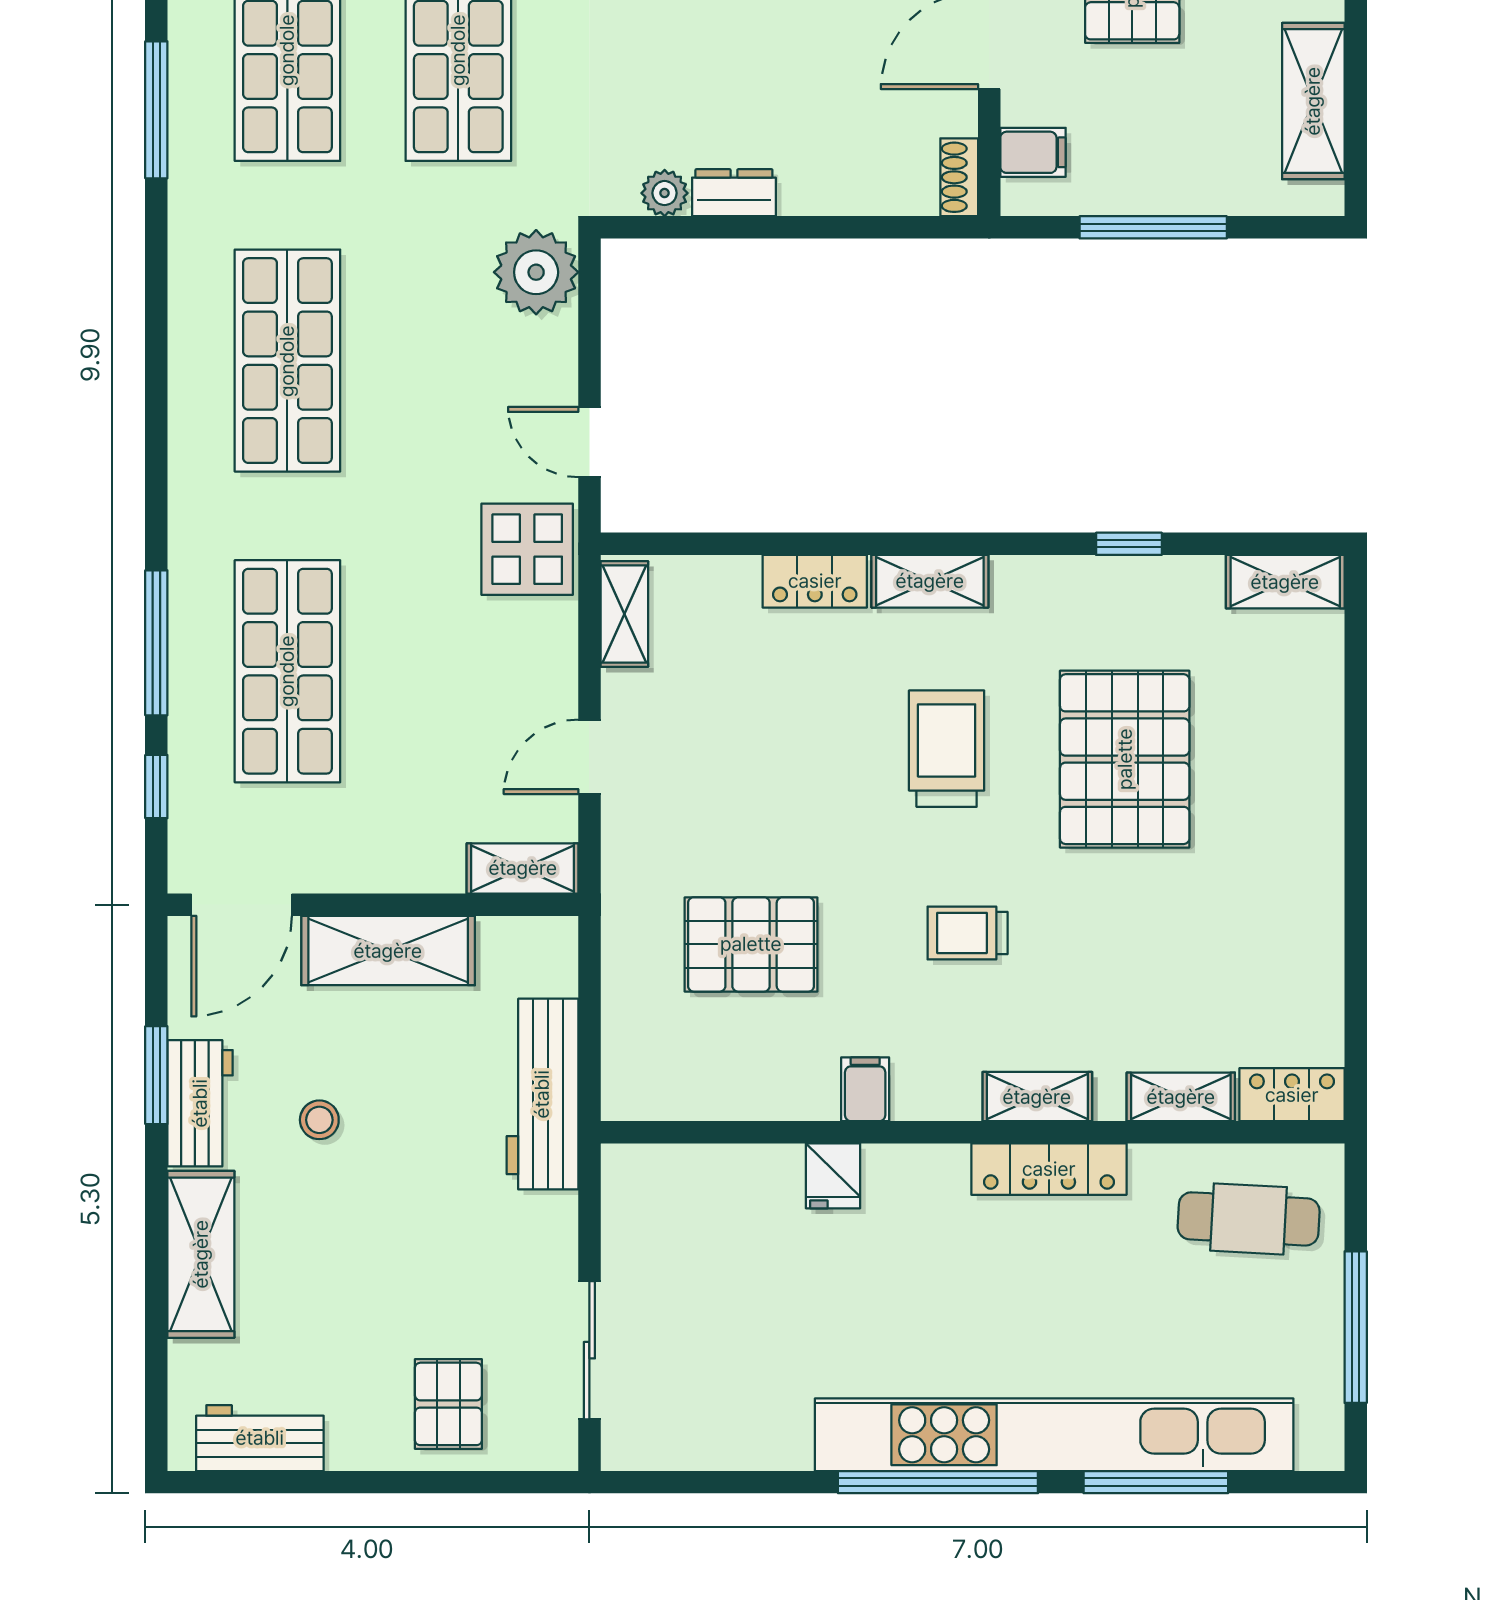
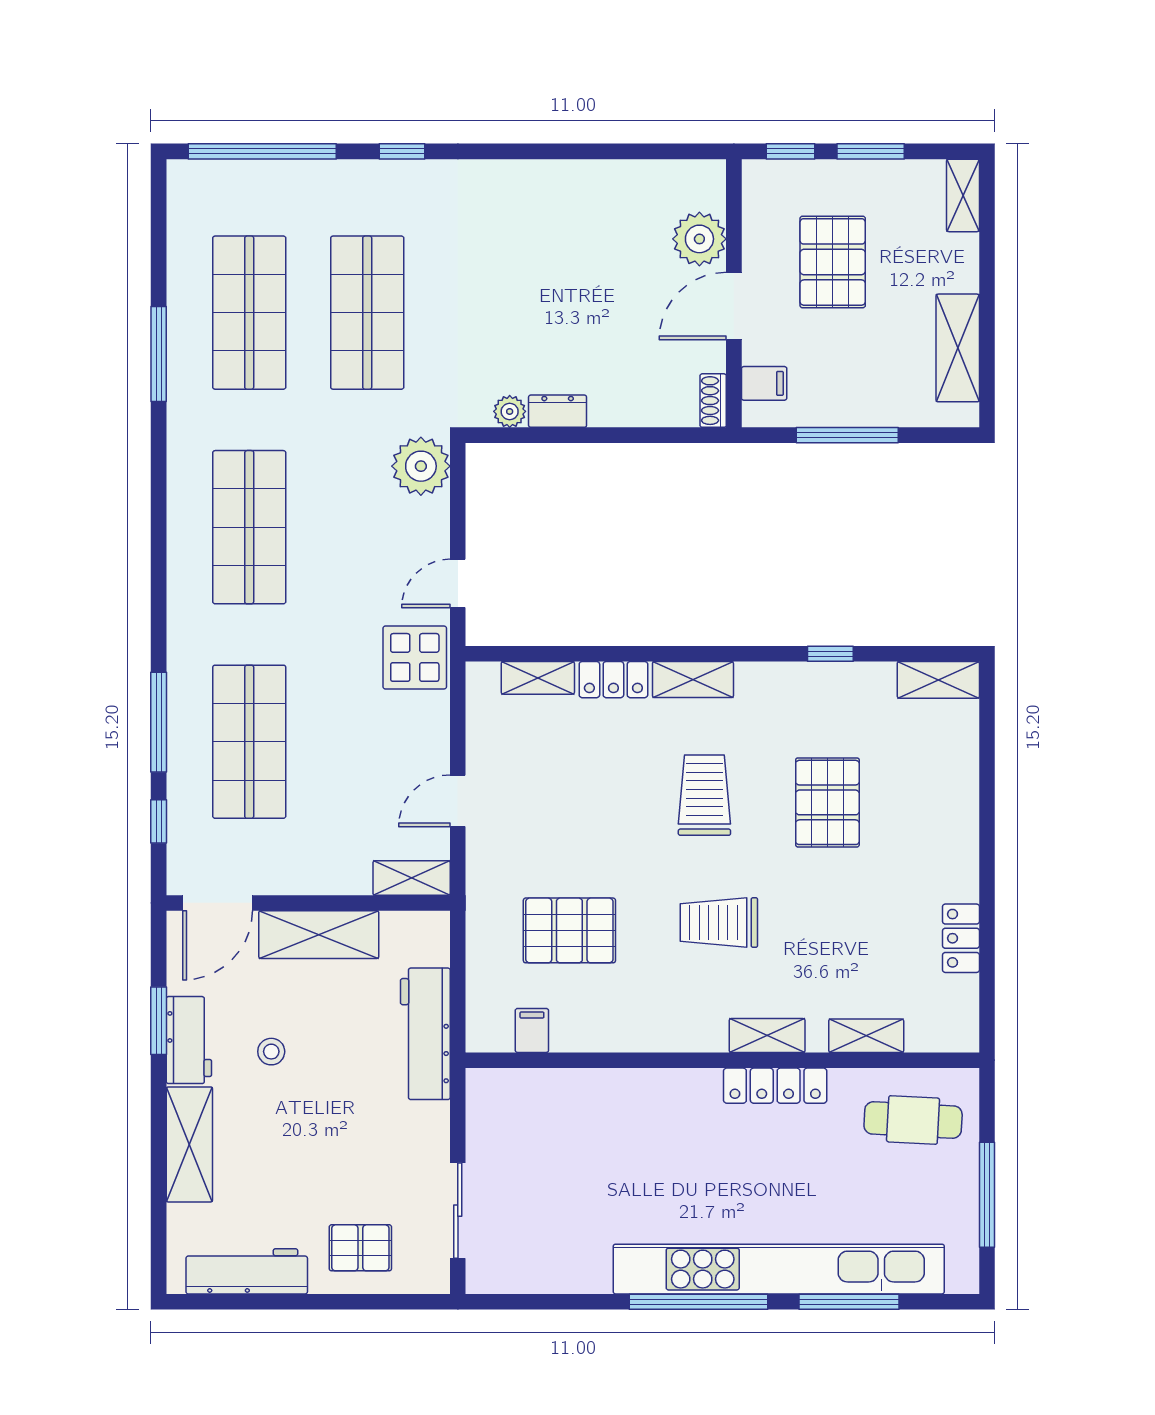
door: (589, 442) -> (458, 583), hinge flipped
shelving: (624, 614) -> (538, 678), moved, turned 90
pallet: (1125, 759) -> (827, 802), width x0.73, depth x0.71
trolley: (968, 933) -> (719, 923), width x1.36, depth x1.39
filing cabinet: (865, 1089) -> (532, 1030), moved
locker: (1292, 1095) -> (961, 938), moved, turned -90
fridge: (833, 1176) -> (626, 1090), removed
pallet: (448, 1404) -> (360, 1248), turned 90
workbench: (260, 1438) -> (247, 1271), width x1.38

